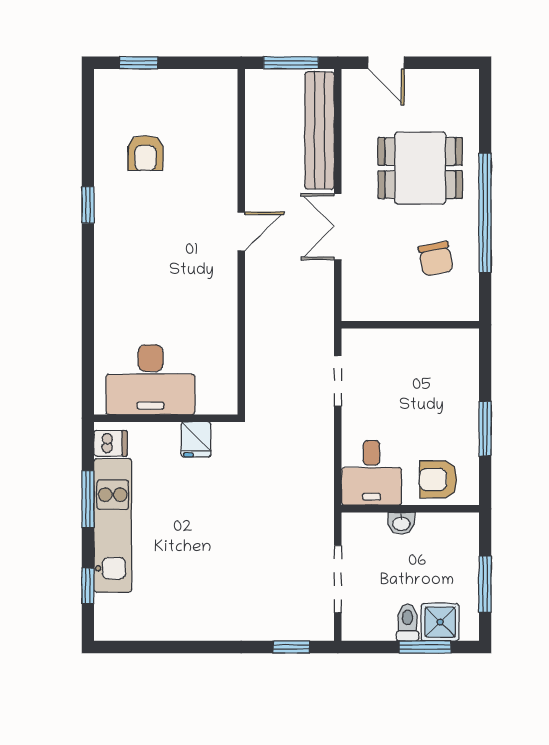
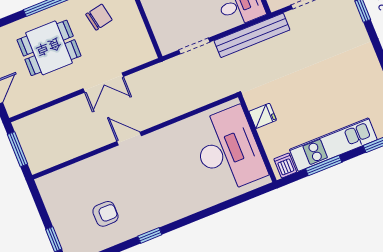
bench: (320, 131) -> (252, 35), moved
dining table: (420, 168) -> (49, 48), turned 90
desk: (150, 380) -> (228, 150), width x1.36, depth x1.30

